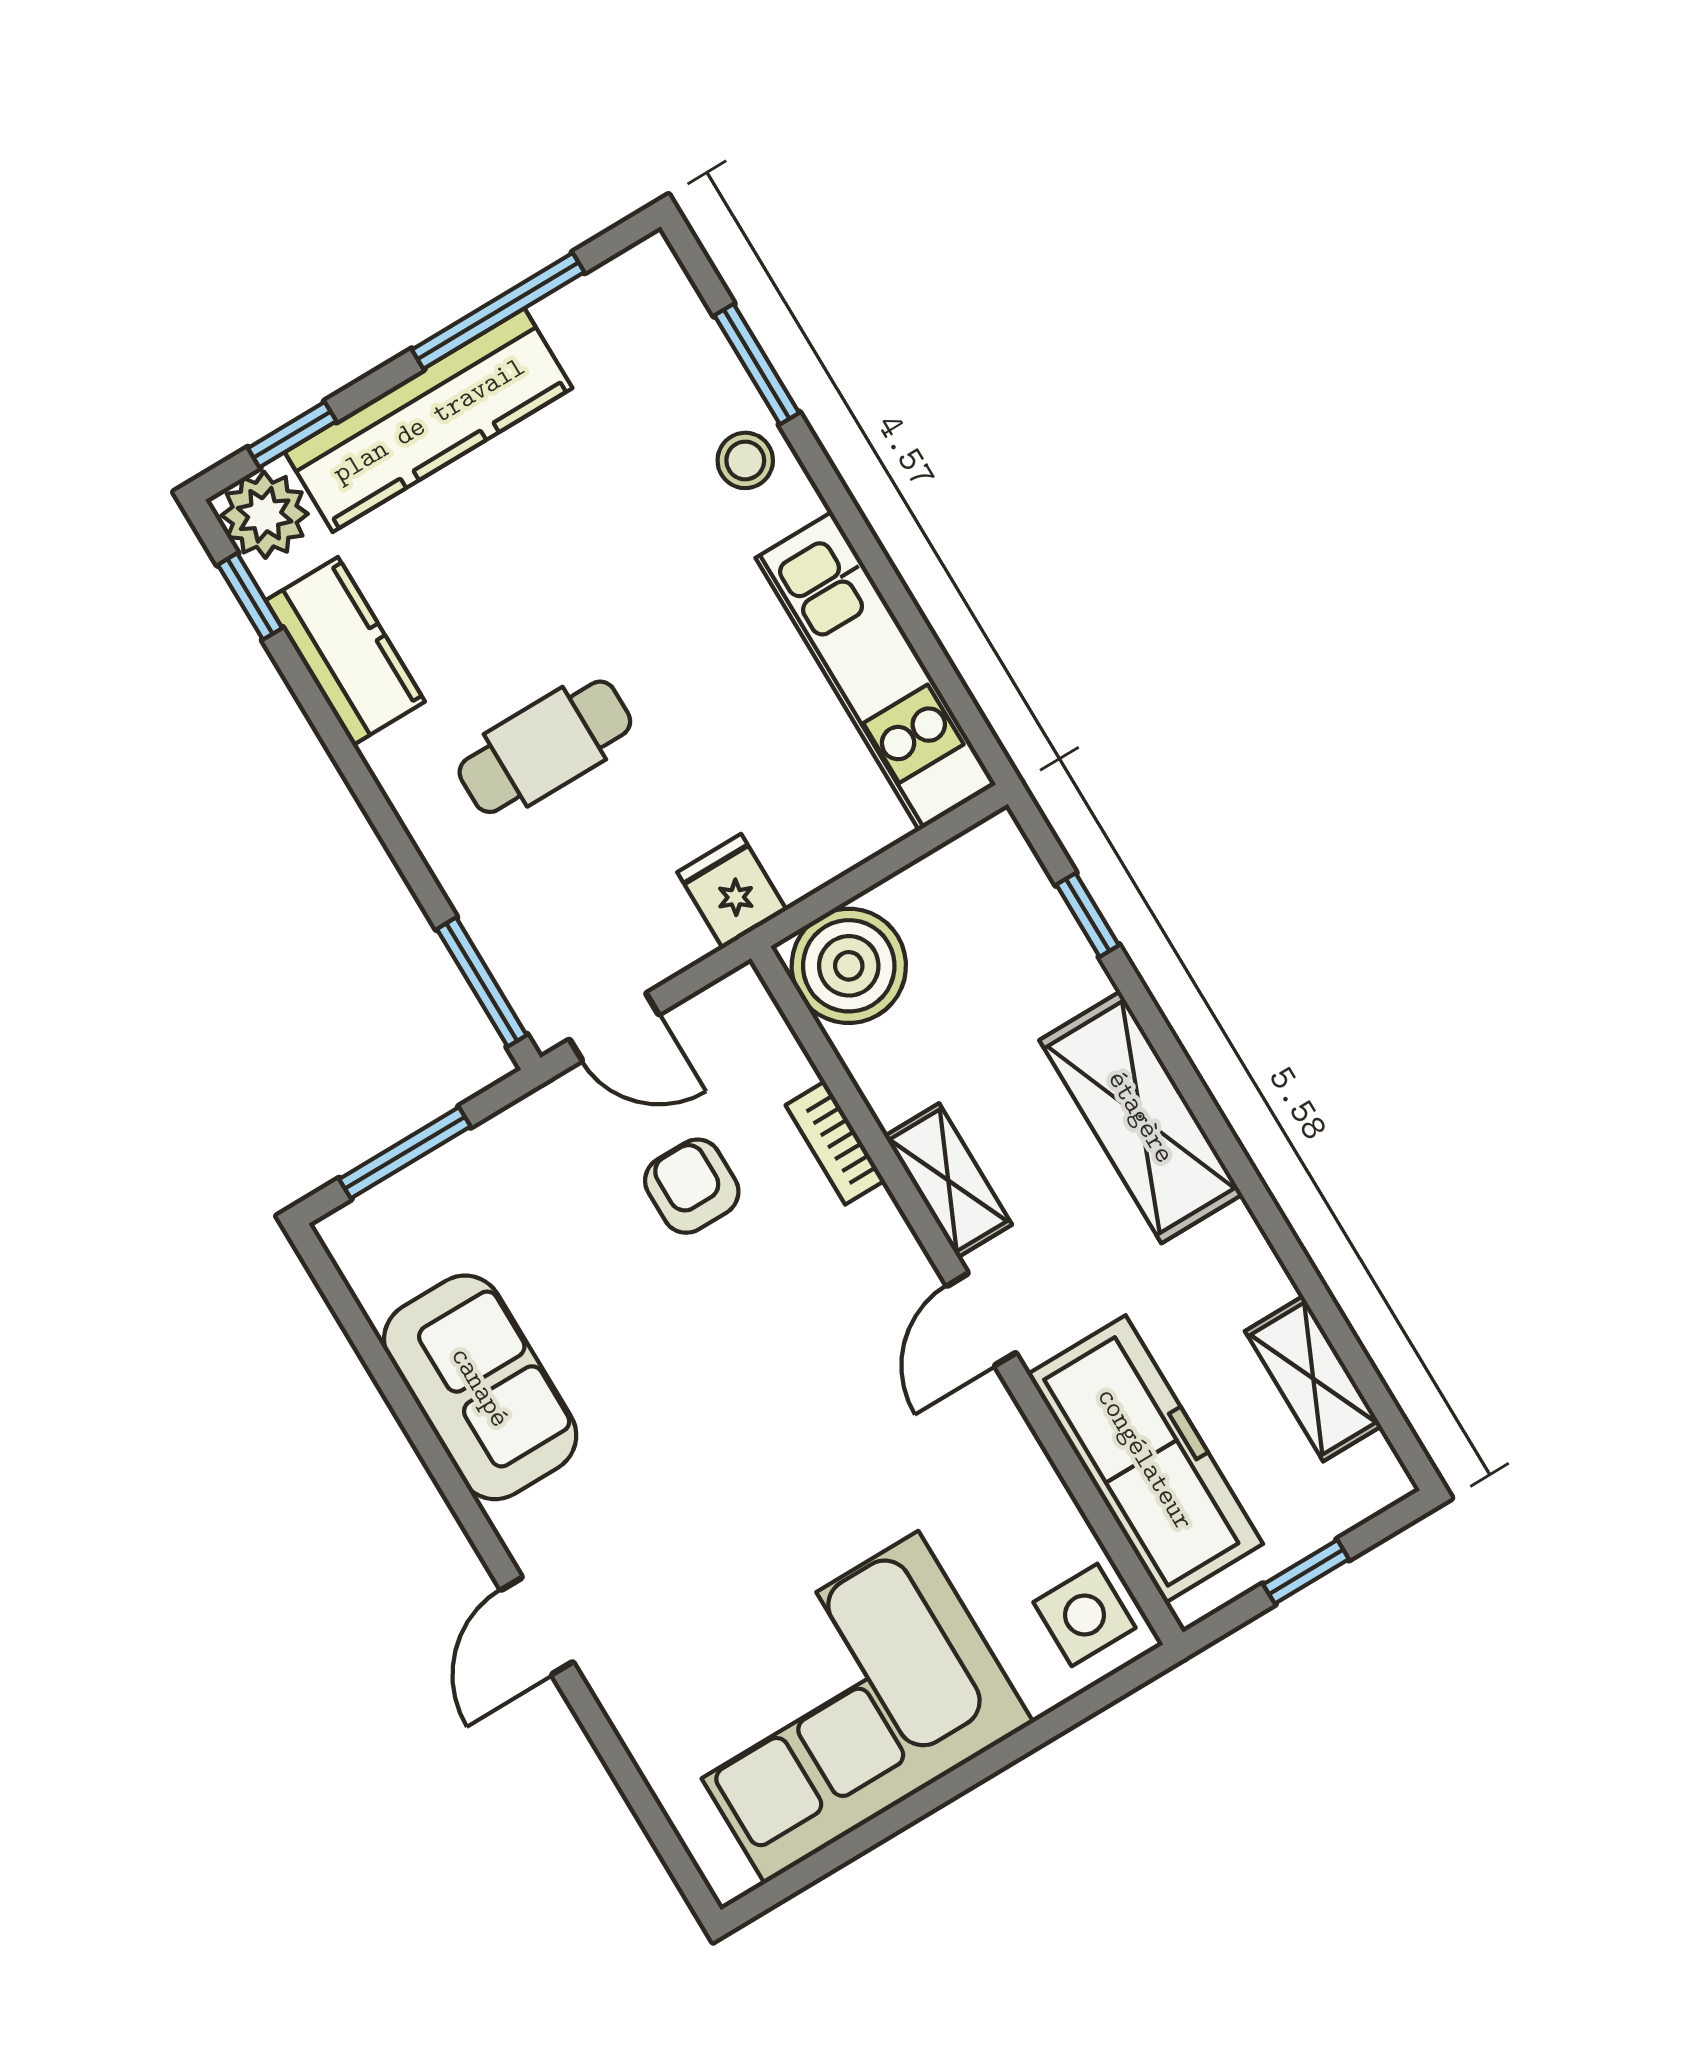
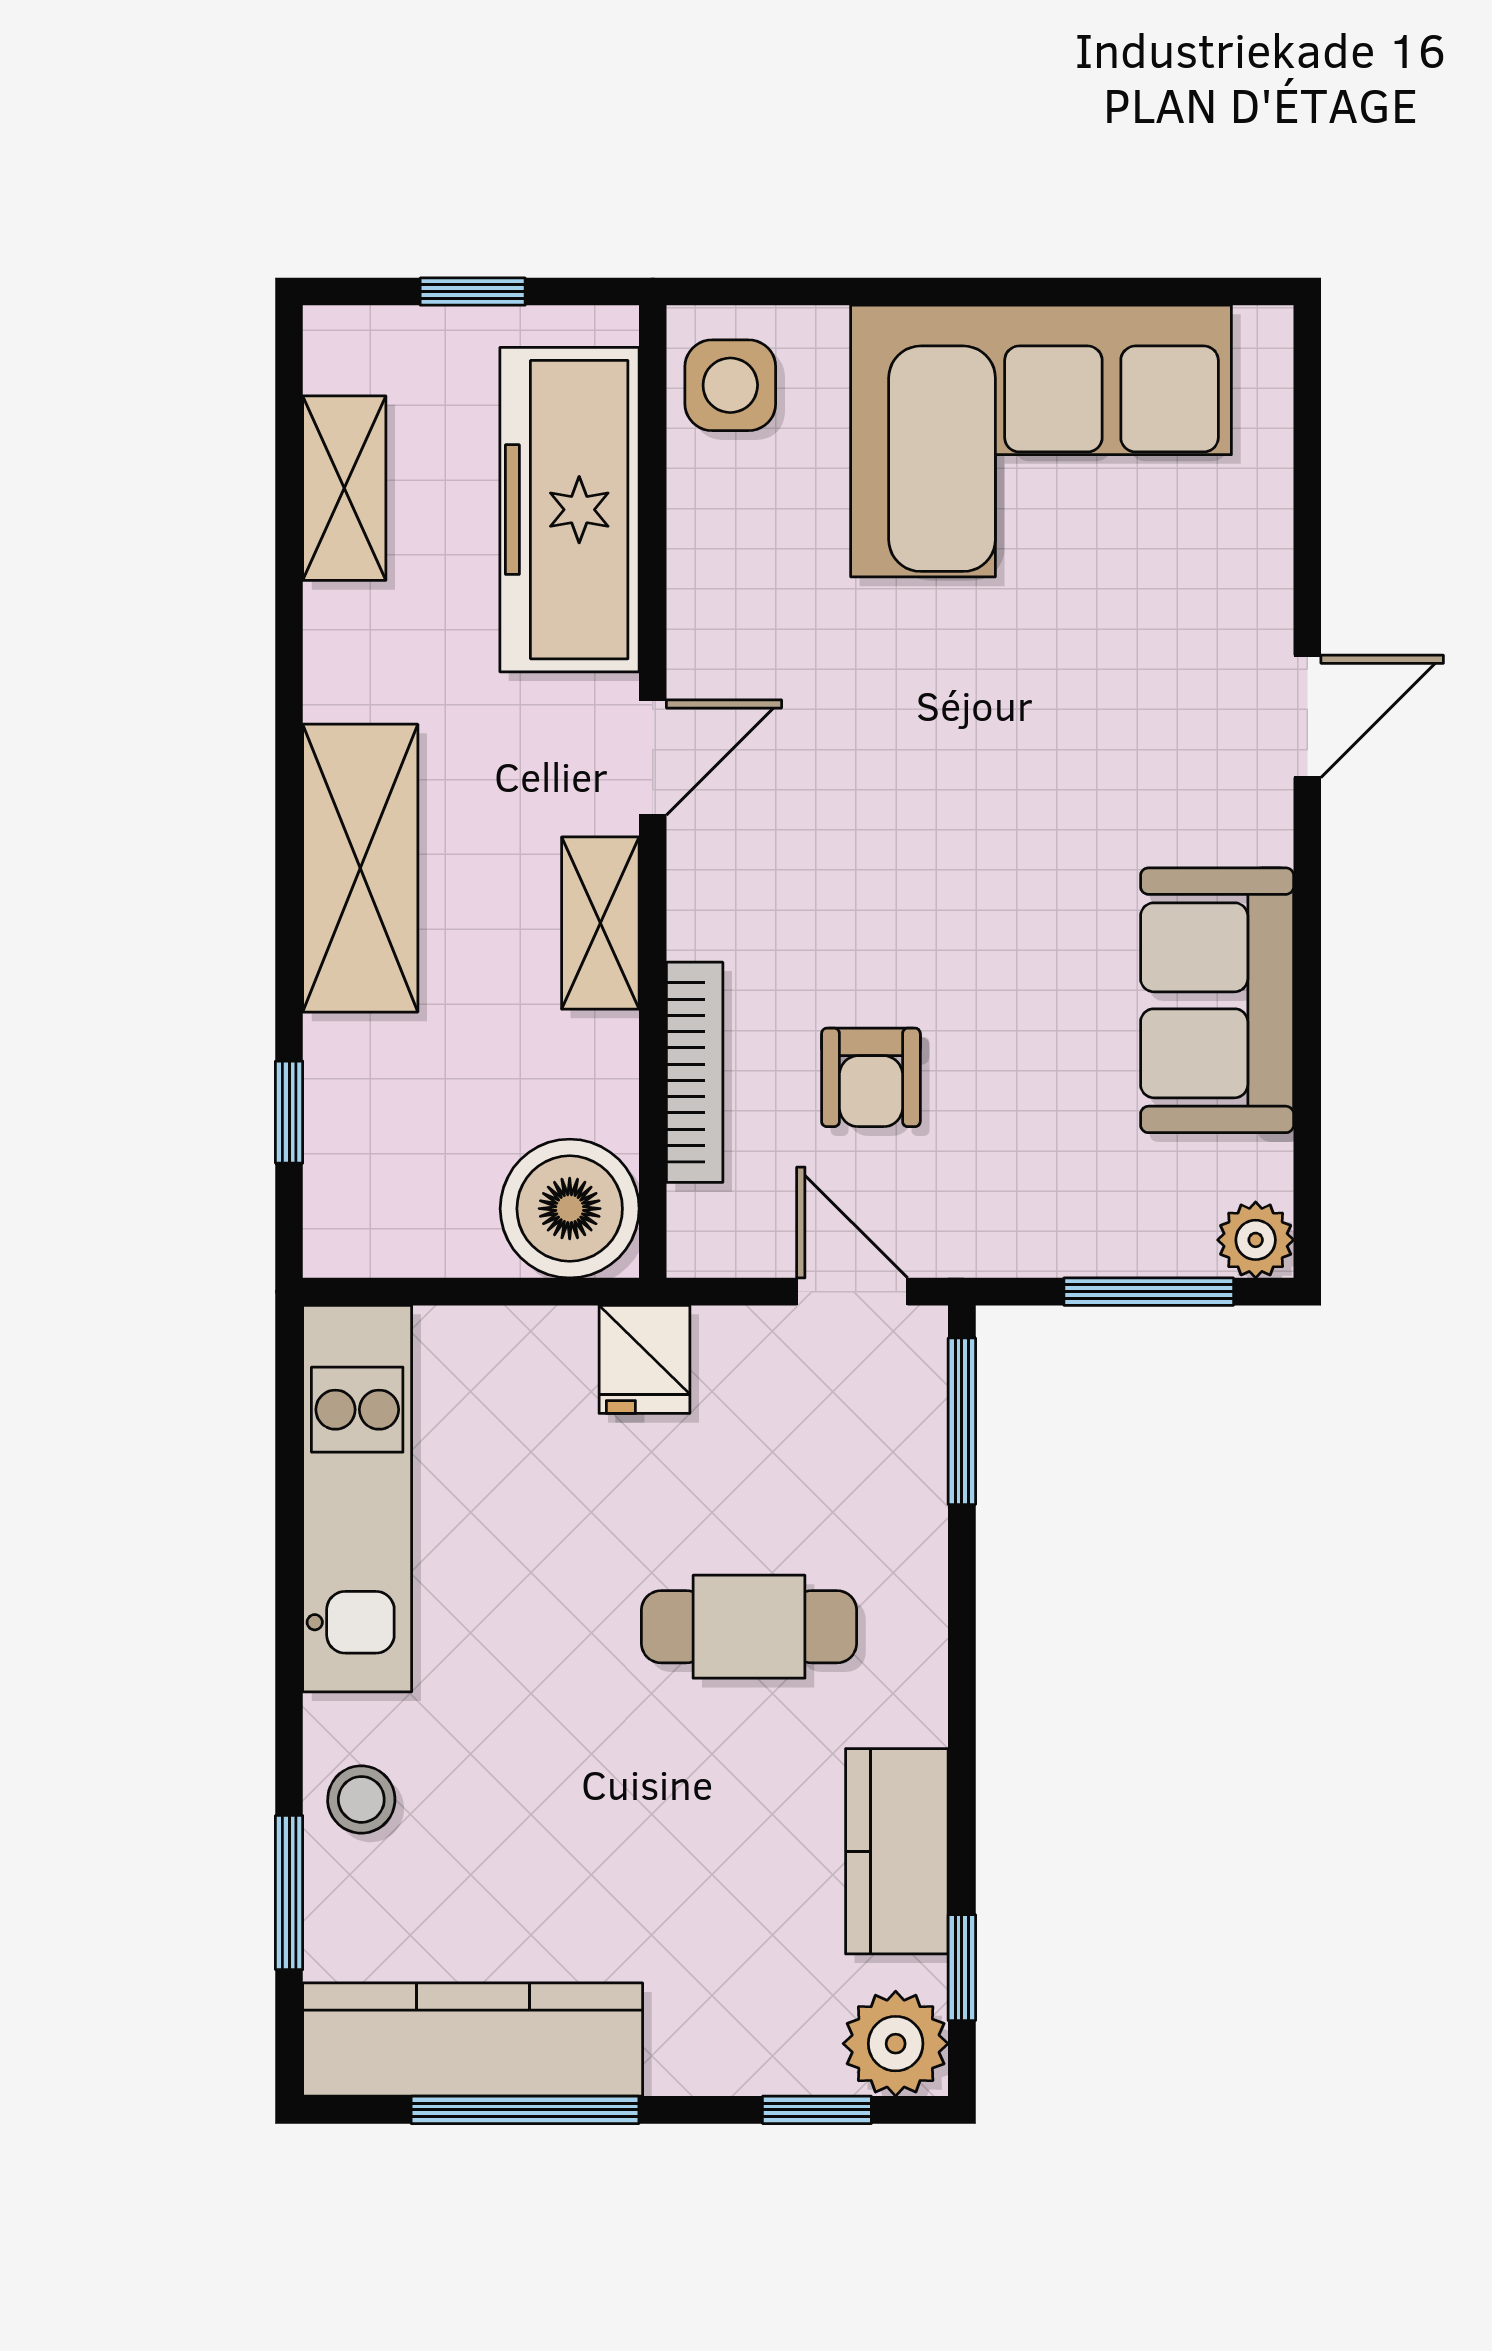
kitchen counter: (429, 420) -> (473, 2040), moved
bookcase: (835, 1143) -> (695, 1072), width x1.56
plant: (351, 1235) -> (1256, 1240), added

